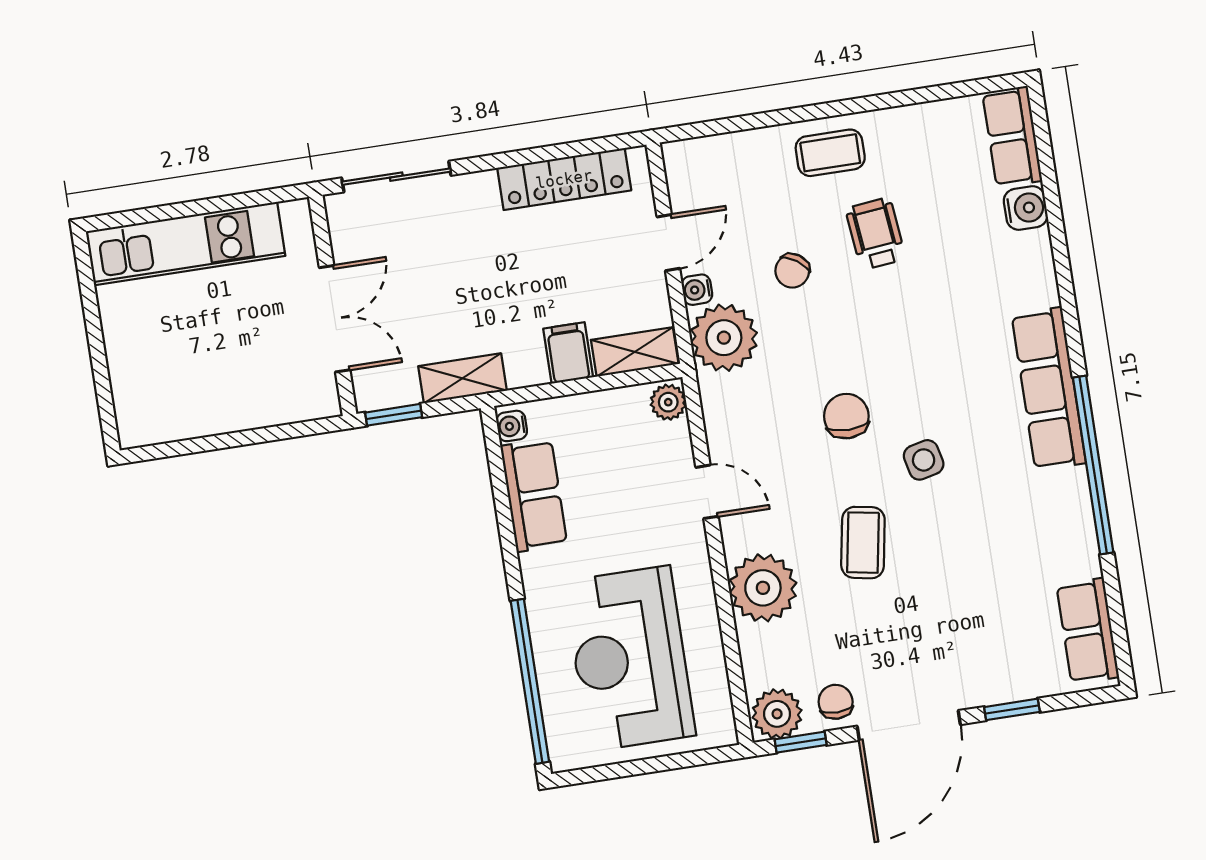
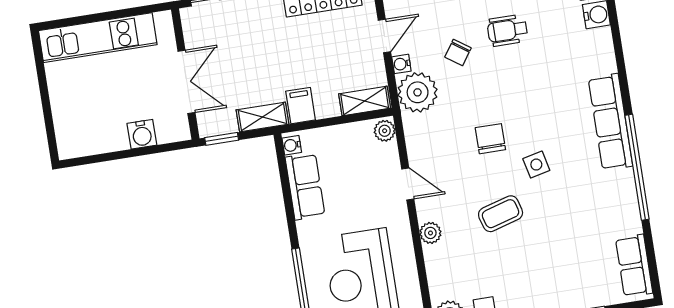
wheelchair: (876, 234) -> (507, 30), turned -84
filing cabinet: (568, 353) -> (301, 106), moved
water cooler: (259, 407) -> (142, 134), added
coffee table: (863, 543) -> (501, 214), turned 64
plant: (763, 588) -> (430, 233), width x0.53, depth x0.53

